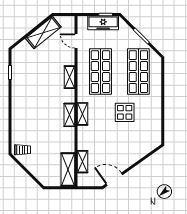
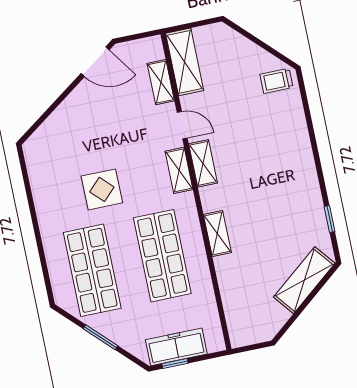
shelving: (43, 33) -> (304, 280), moved
door: (76, 41) -> (182, 125), moved

